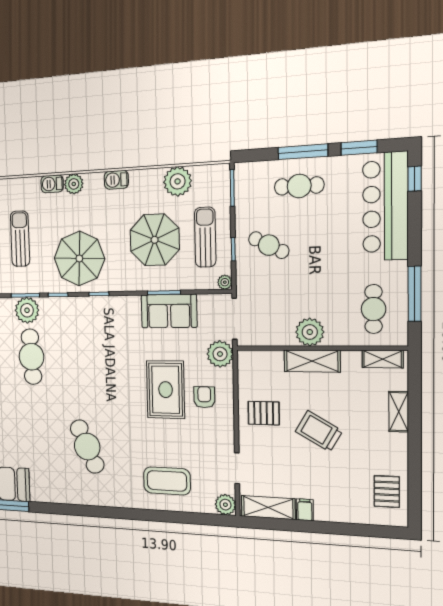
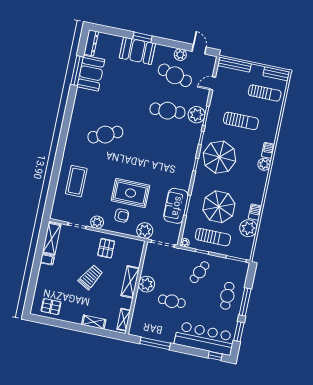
barbecue: (116, 180) -> (255, 212), moved
cafe table: (374, 309) -> (172, 301), moved
plant: (225, 505) -> (97, 222), moved

